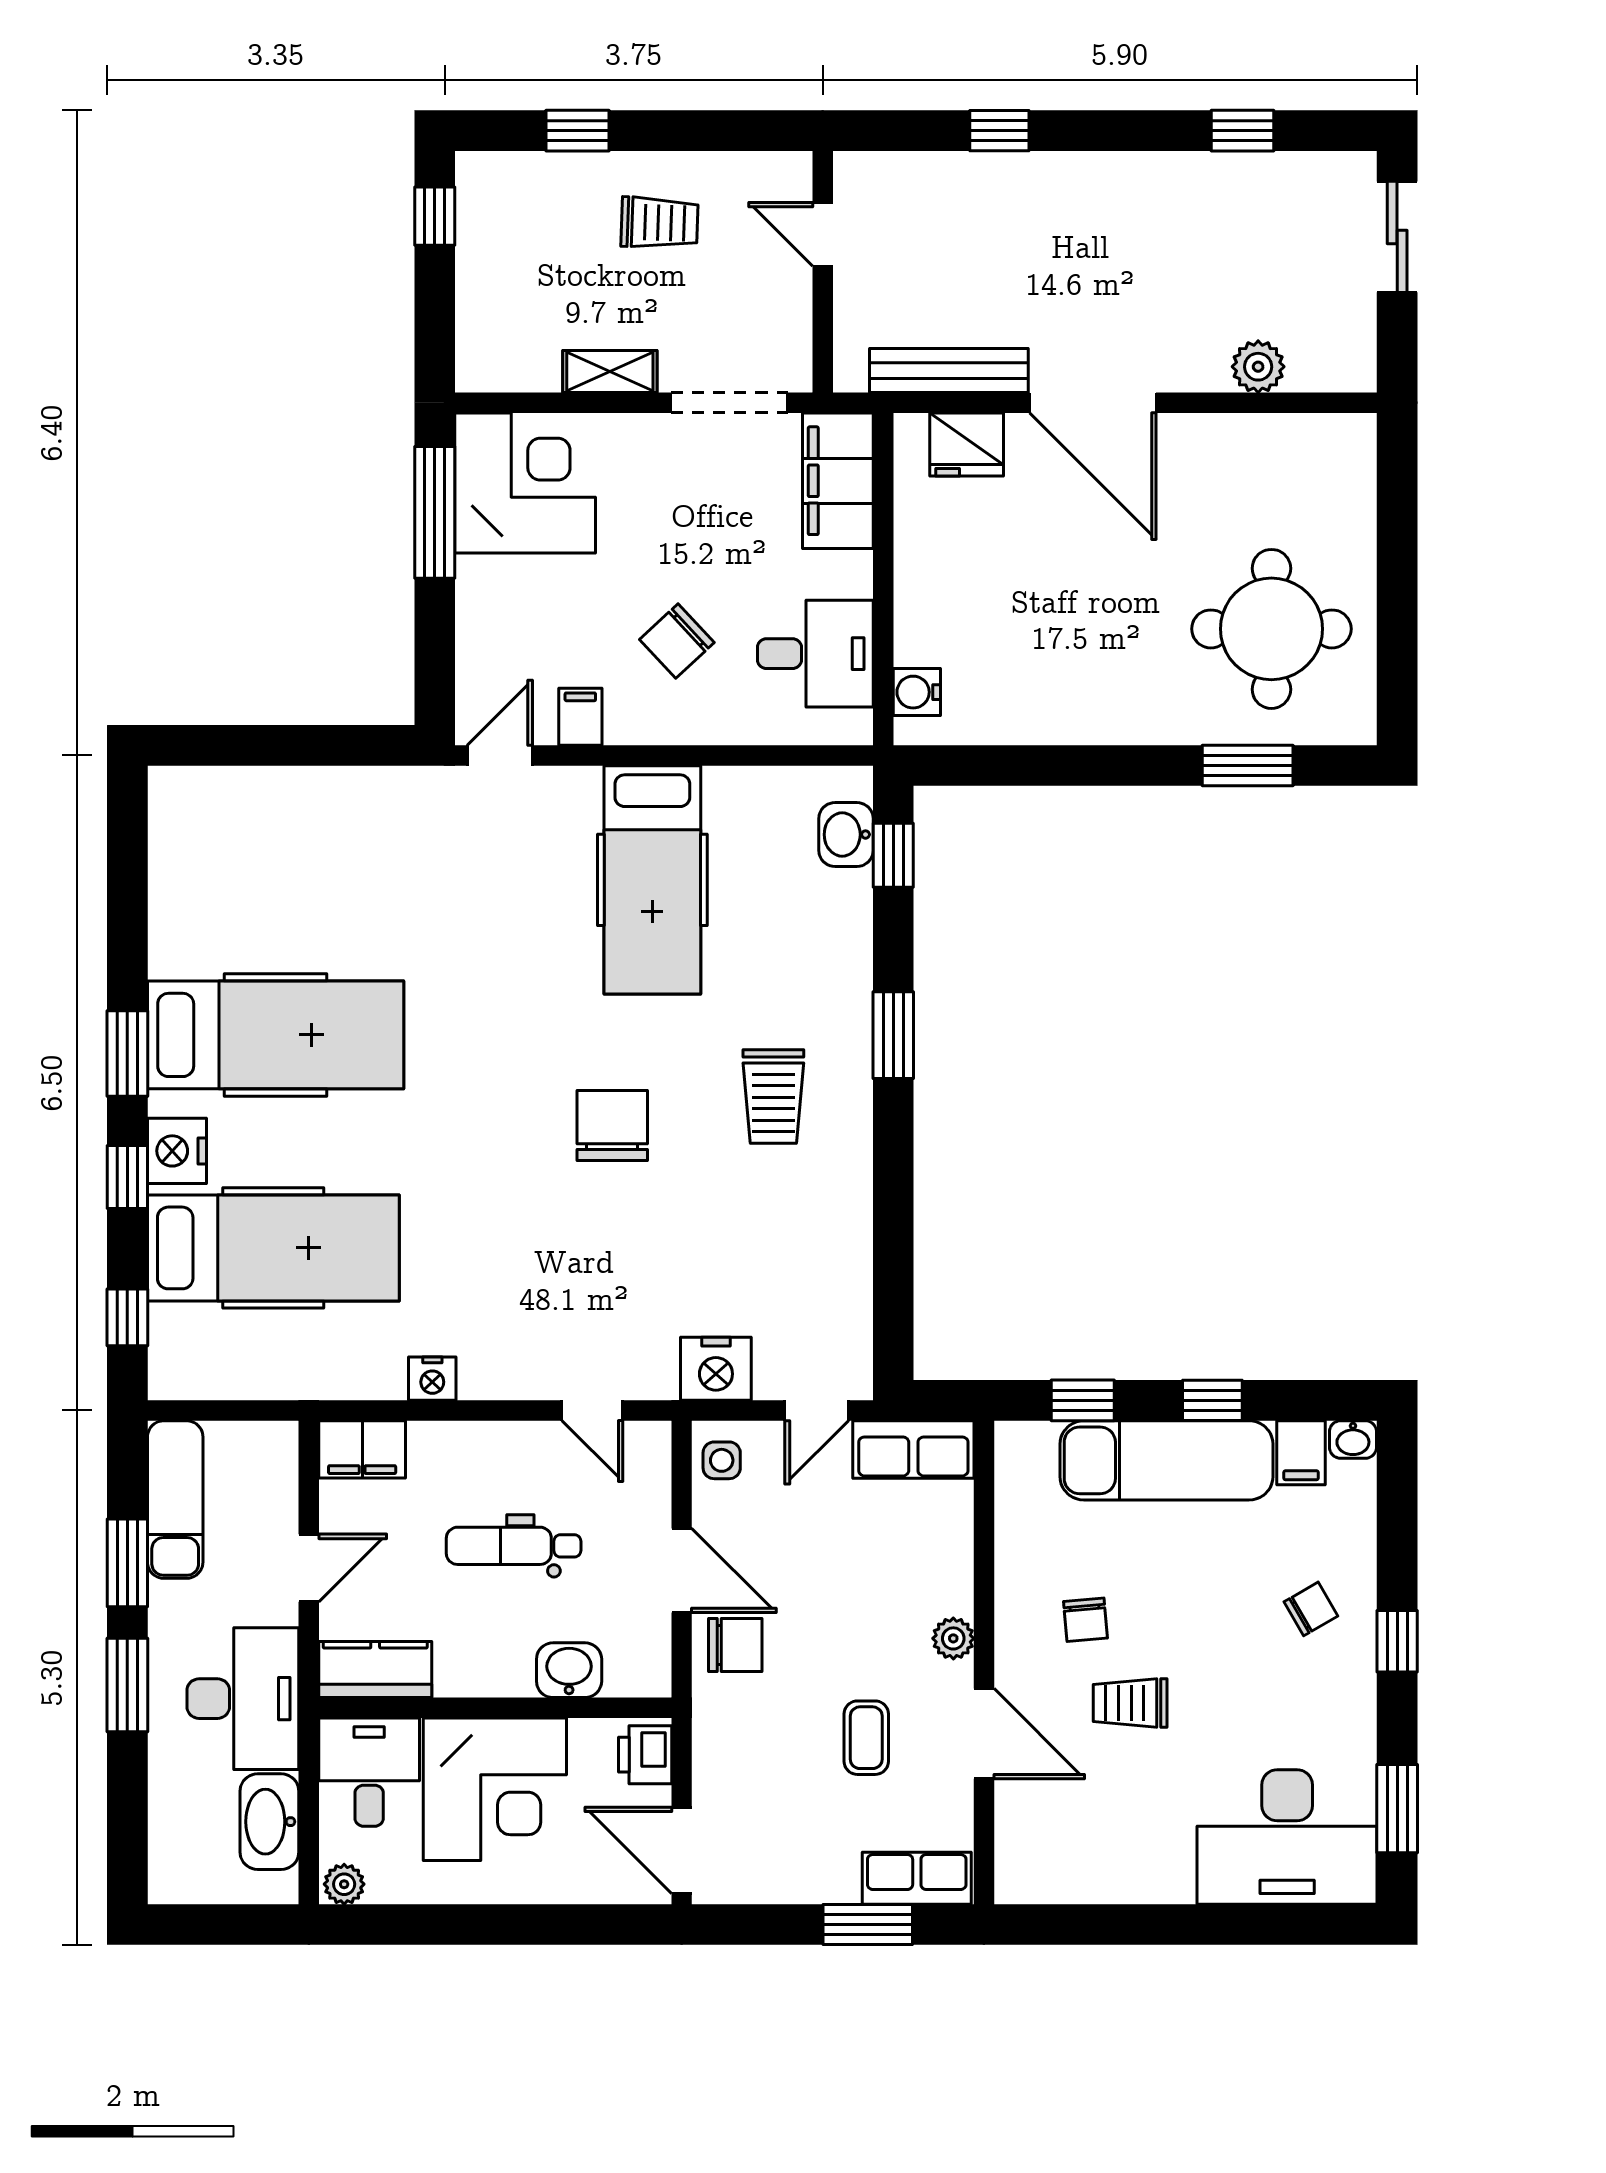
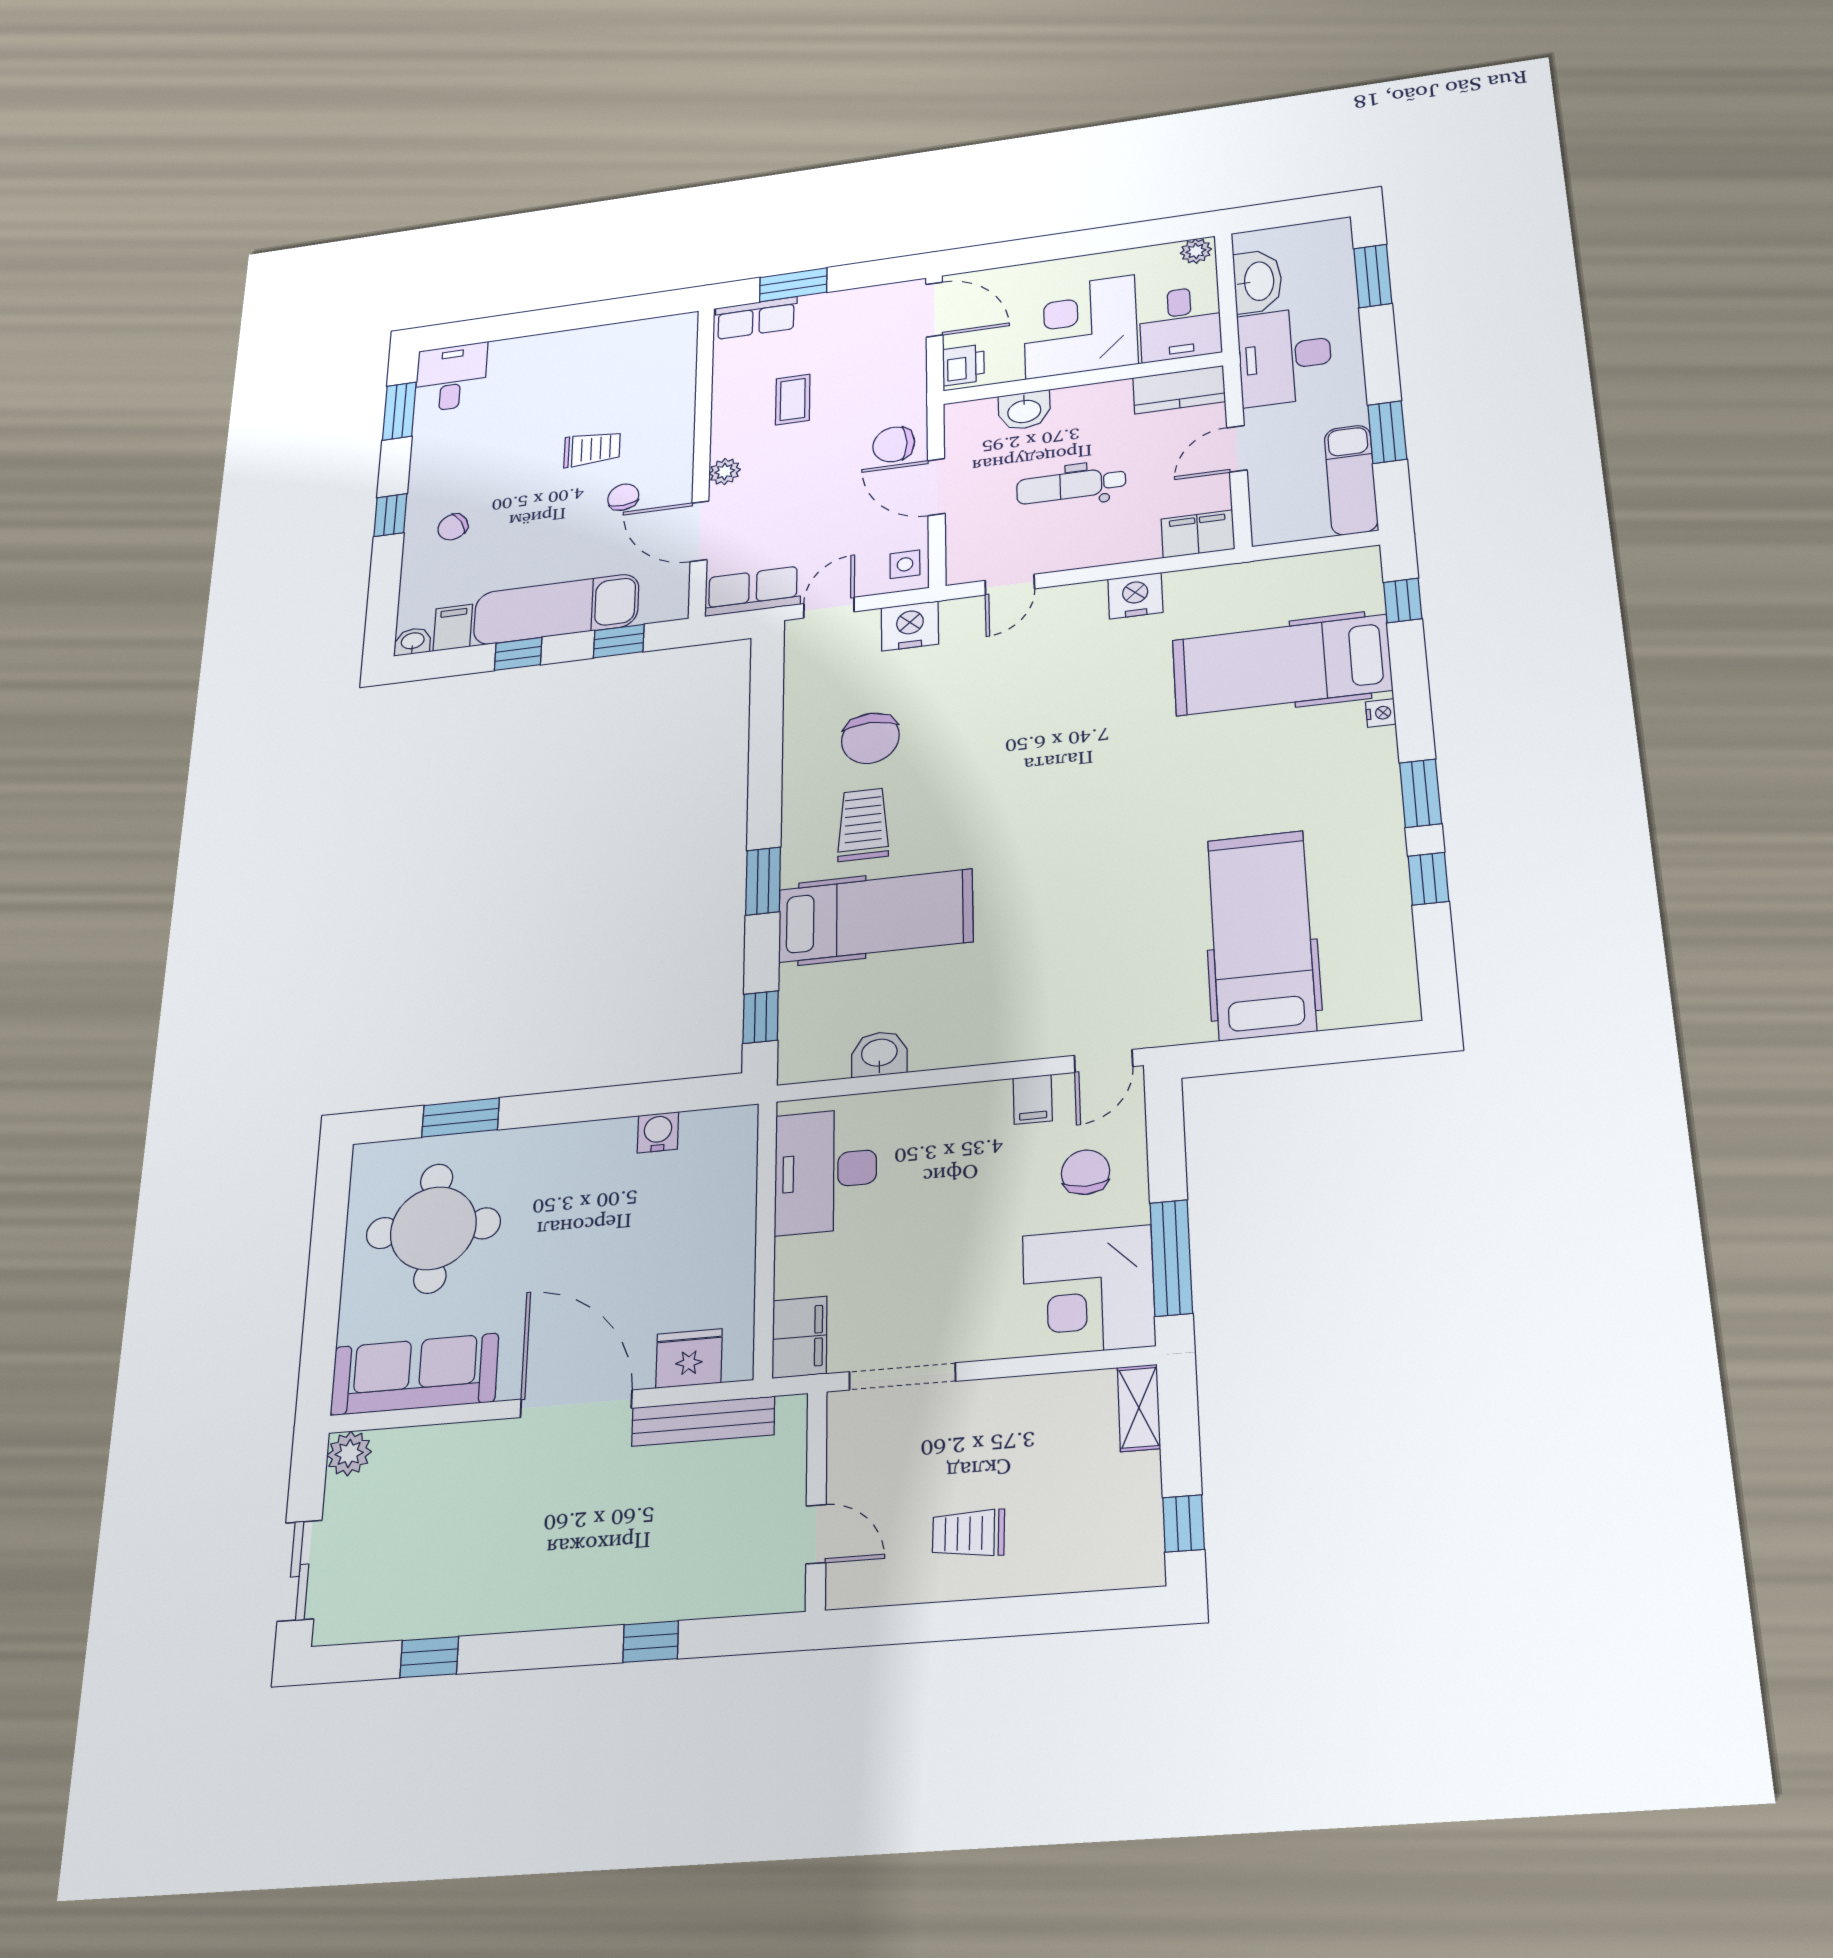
window: (577, 131) -> (1049, 1614), removed
plant: (1258, 367) -> (349, 1453), moved
shelving: (610, 372) -> (1139, 1408), moved, turned 90
sofa: (1282, 453) -> (414, 1374), added
filing cabinet: (838, 481) -> (800, 1337), width x0.67, depth x0.86
chair: (677, 641) -> (1085, 1172), moved, turned -47
desk: (815, 654) -> (826, 1171), width x1.37
water cooler: (917, 692) -> (658, 1132), moved, turned -90
washbasin: (846, 835) -> (879, 1054), moved, turned -90
hospital bed: (652, 880) -> (875, 916), moved, turned 90
hospital bed: (276, 1035) -> (1261, 935), moved, turned 90
chair: (612, 1126) -> (870, 738), moved
nightstand: (177, 1151) -> (1381, 713), width x0.53, depth x0.56
window: (127, 1177) -> (1428, 879), moved
nightstand: (432, 1379) -> (1135, 596), width x1.36, depth x1.33
door: (592, 1410) -> (1010, 585), swing flipped
dental chair: (514, 1546) -> (1071, 485), turned 180
window: (127, 1685) -> (1373, 276), moved
door: (984, 1734) -> (699, 531), moved
desk: (1287, 1837) -> (451, 377), width x0.53, depth x0.77

